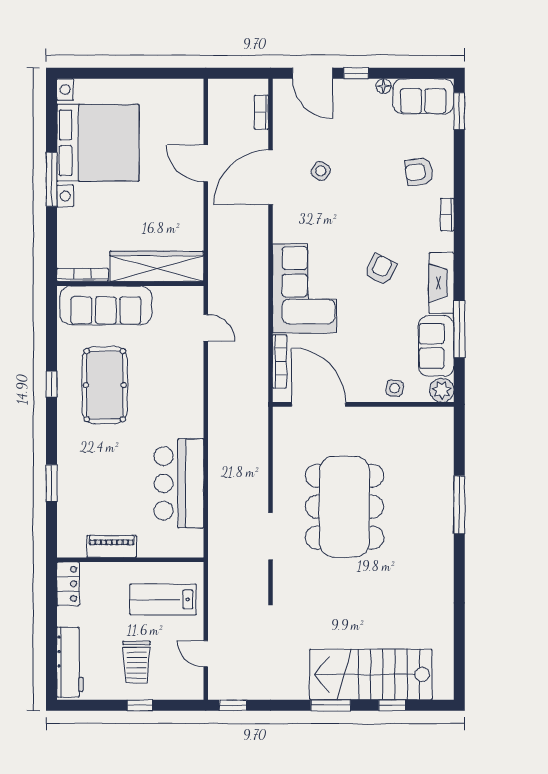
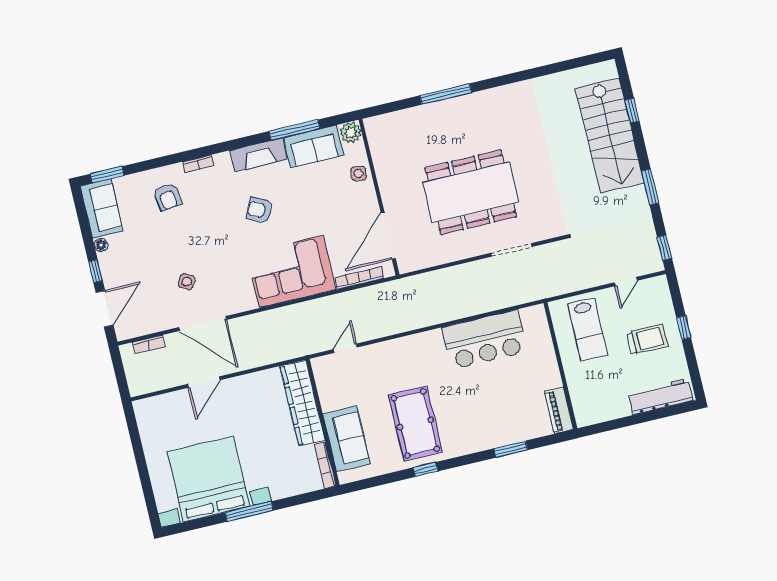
sofa: (106, 305) -> (346, 439), width x0.73
pool table: (105, 385) -> (415, 423), turned 90
piano: (112, 547) -> (559, 410), moved
locker: (68, 584) -> (594, 414), removed
window: (331, 705) -> (650, 187), moved

